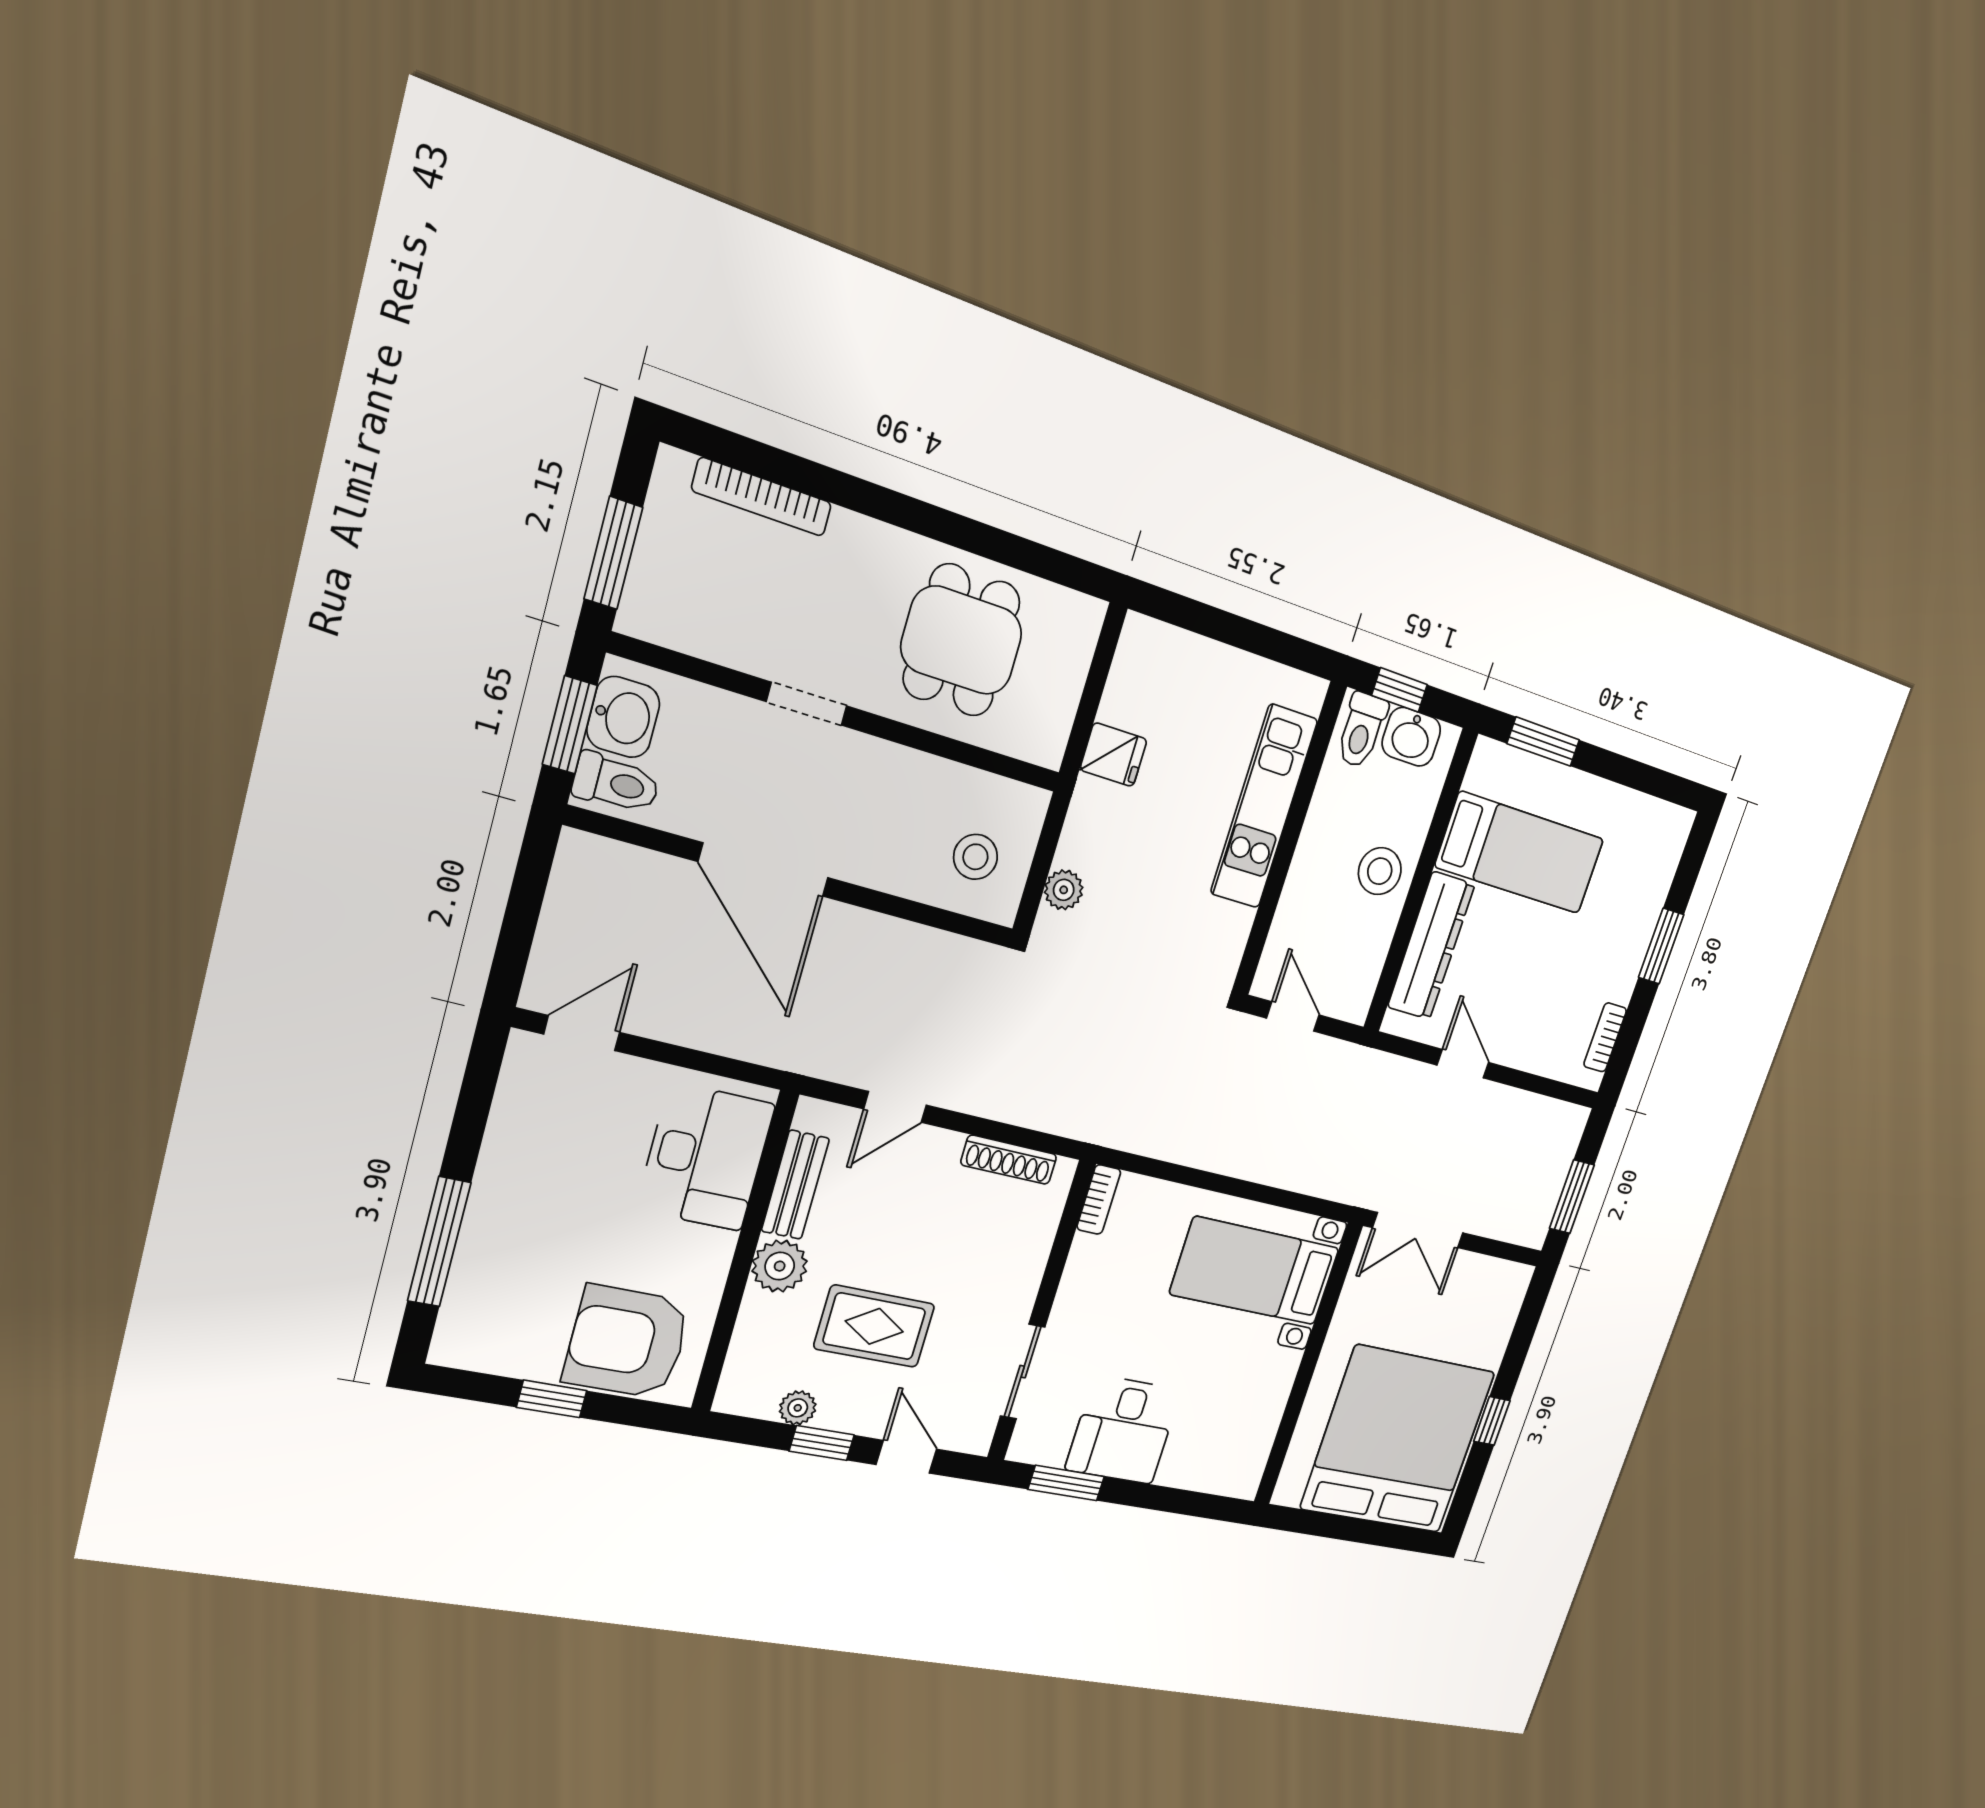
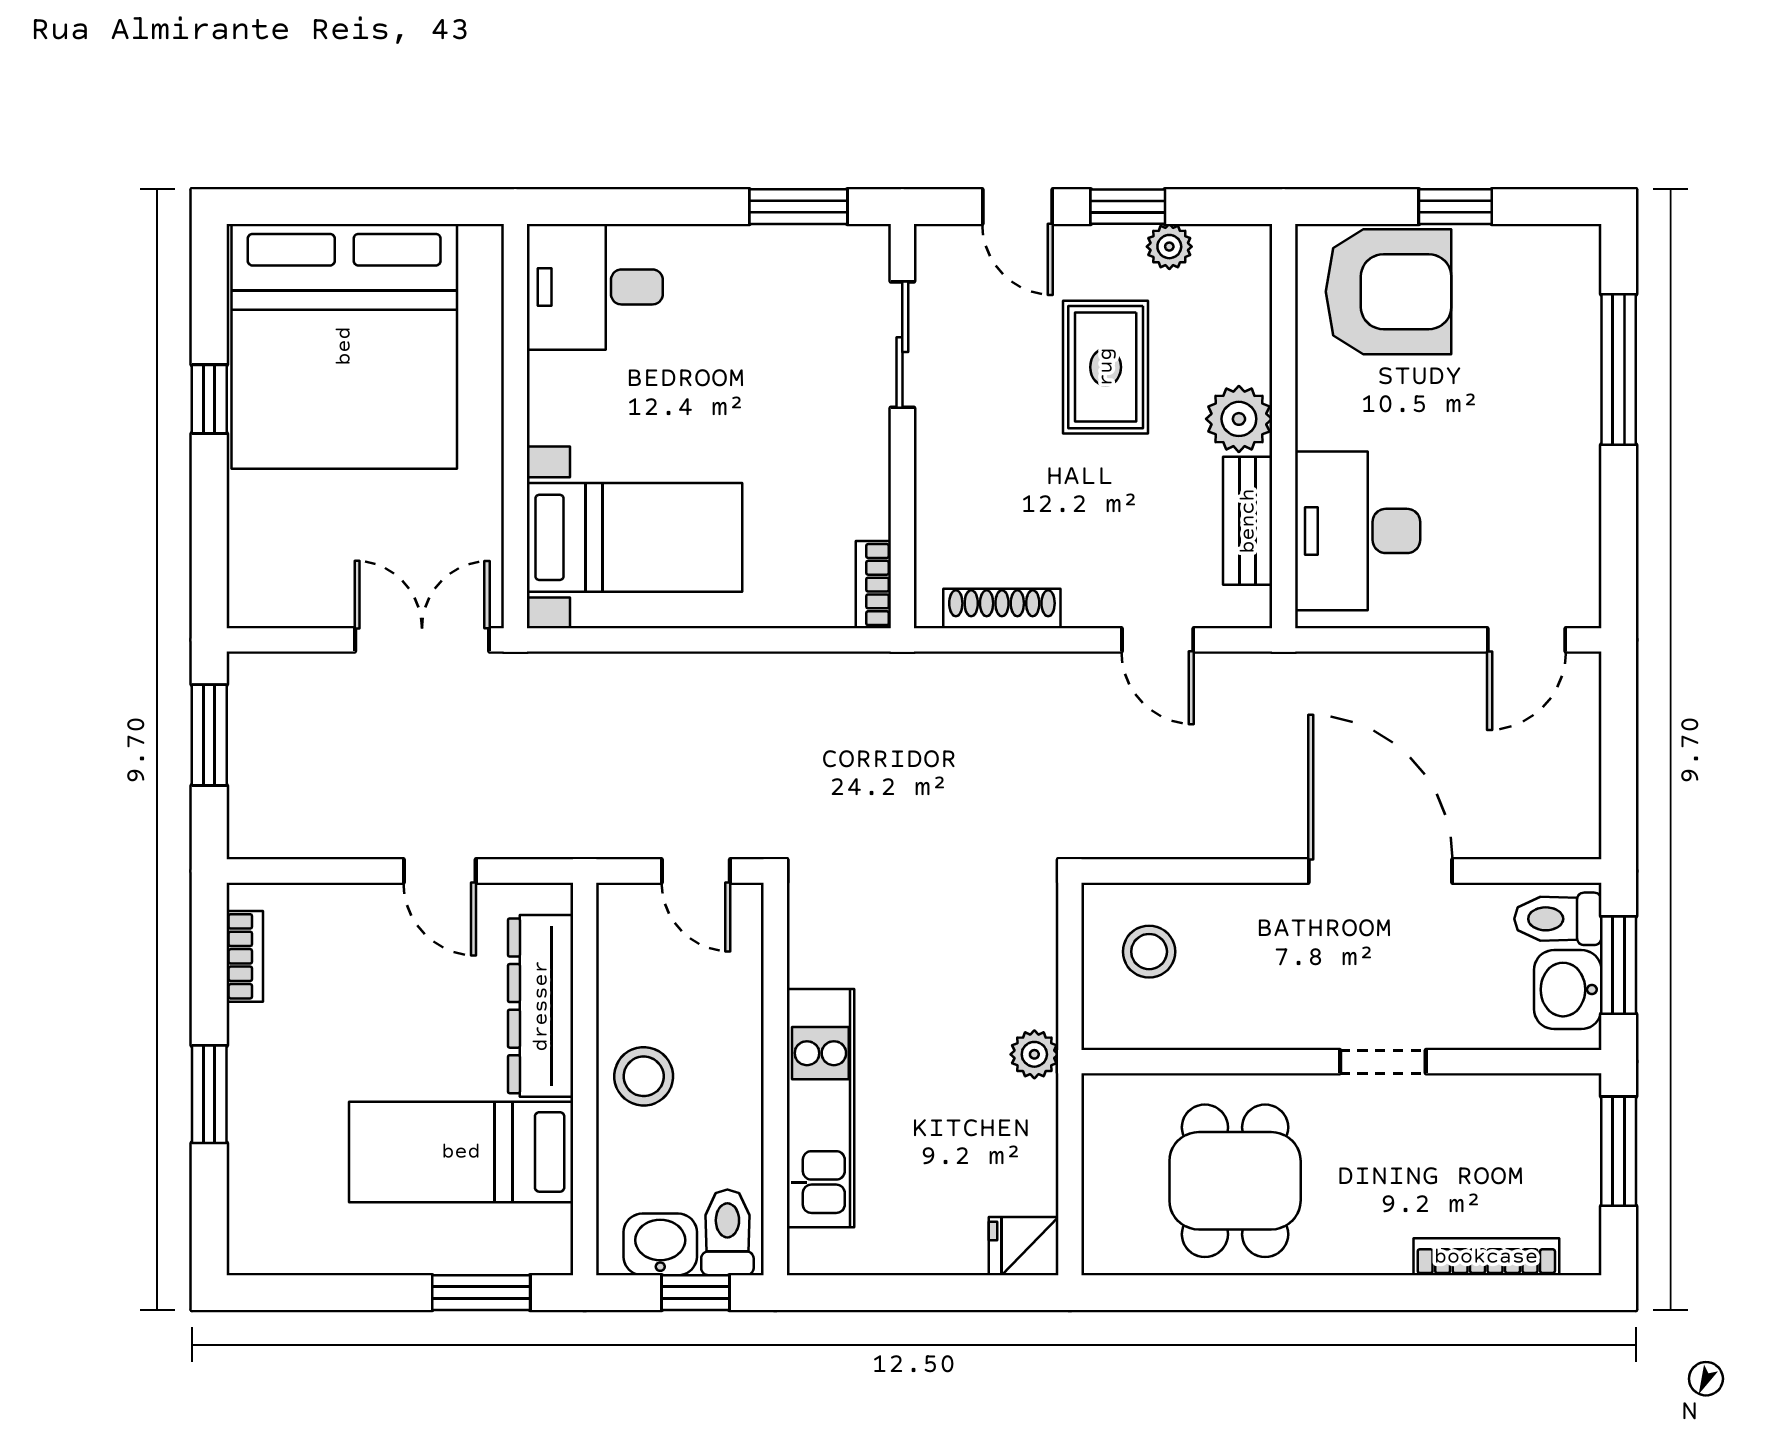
fridge: (1114, 755) -> (1024, 1246), moved
plant: (1064, 890) -> (1034, 1054), moved
door: (895, 1107) -> (1158, 640), swing flipped
rug: (874, 1326) -> (1106, 367), turned 90
desk: (1123, 1430) -> (595, 287), moved, turned -90

